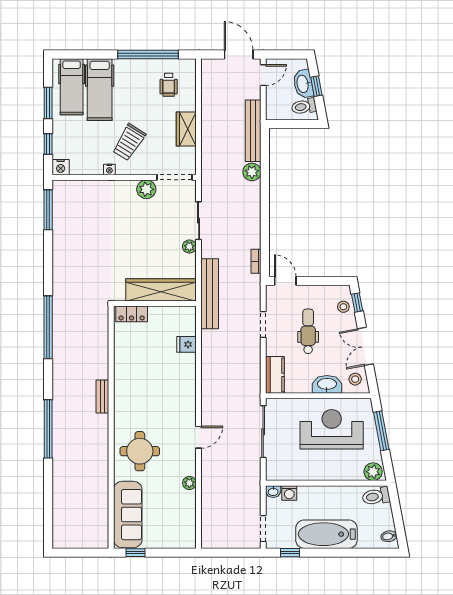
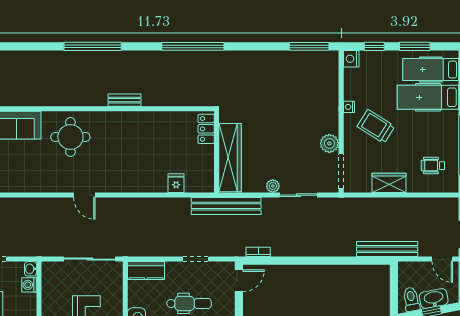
plant: (252, 172) -> (347, 248), removed
plant: (189, 483) -> (39, 186), removed

